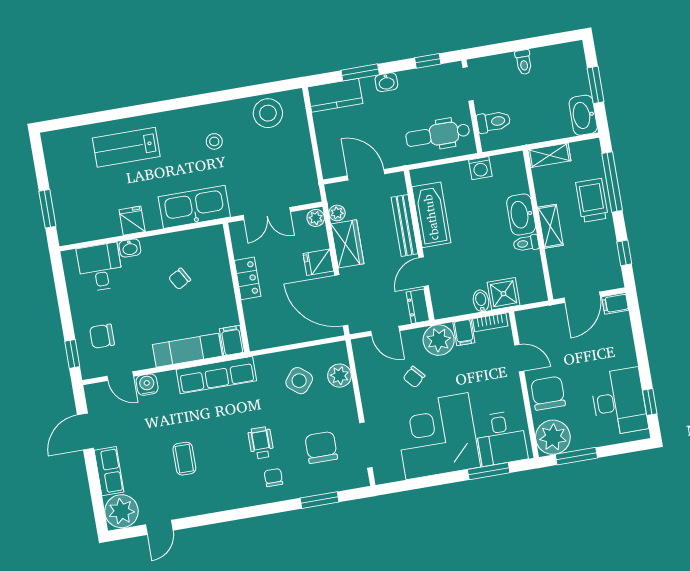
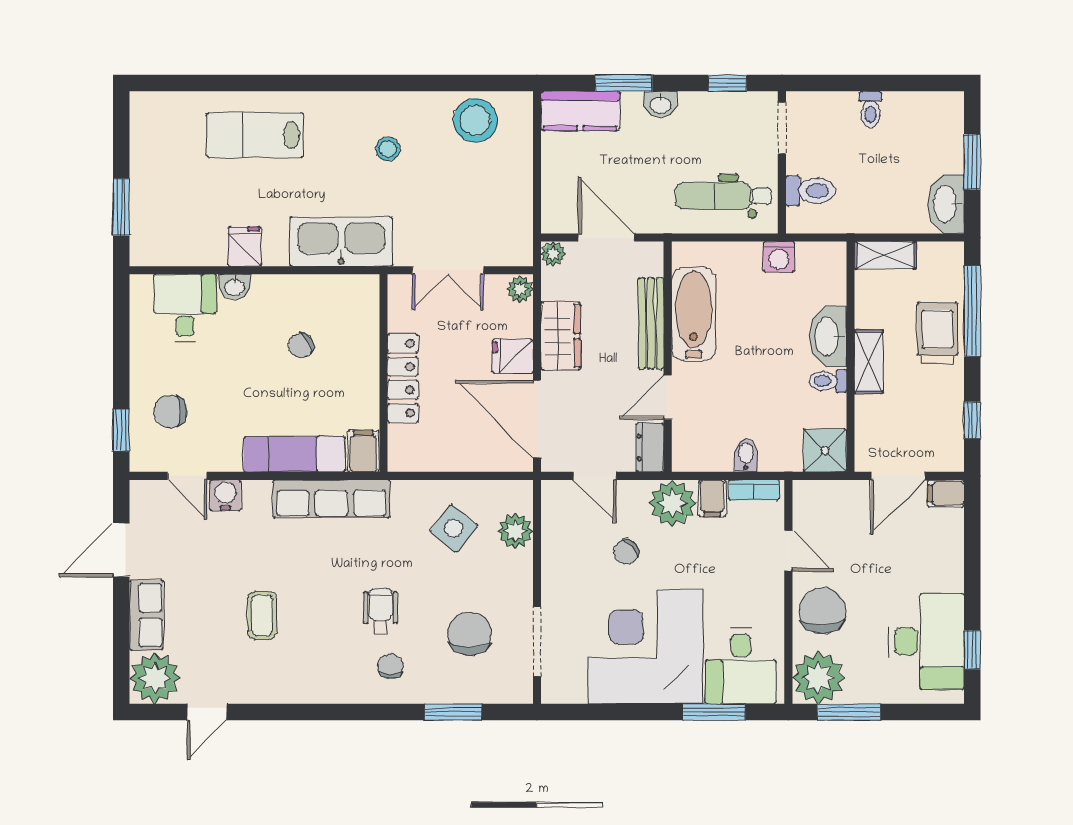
plant: (337, 213) -> (553, 254), moved
locker: (248, 278) -> (403, 378), width x1.53
shower: (503, 294) -> (825, 451), moved

